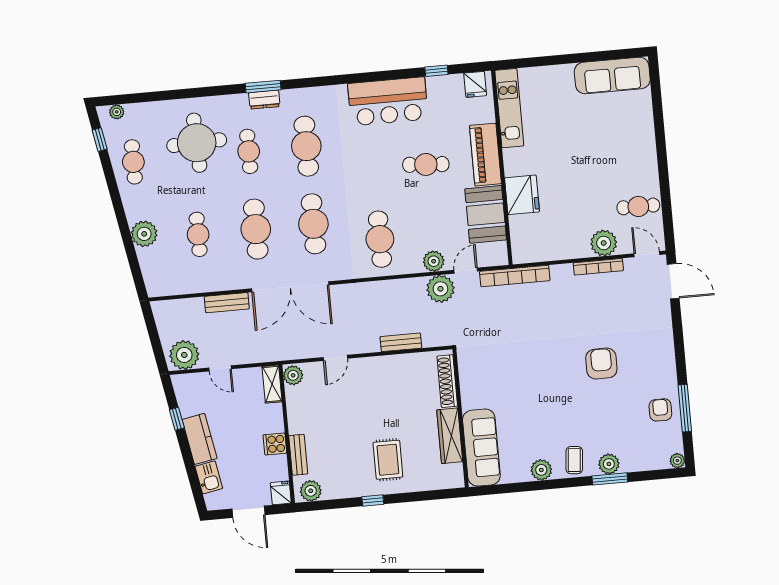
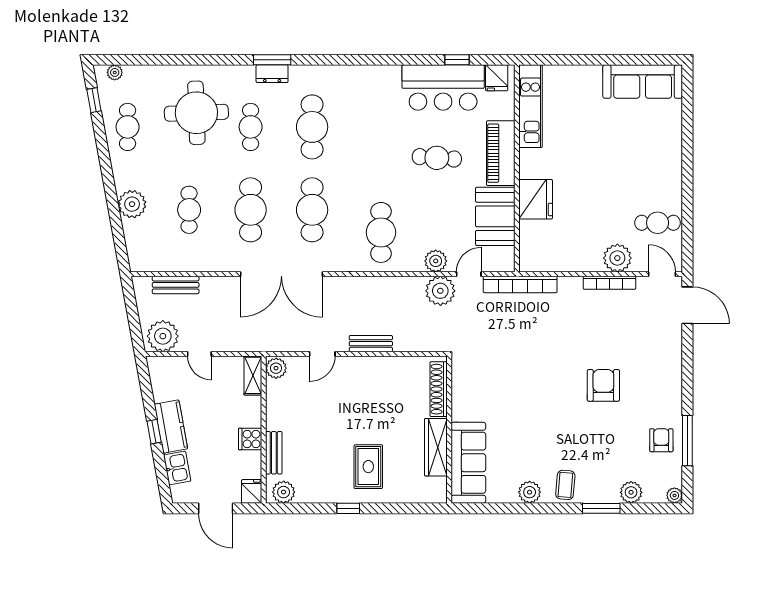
bar counter: (388, 101) -> (443, 87), moved
bench: (227, 303) -> (176, 285), moved
bench: (401, 342) -> (371, 344), moved
window: (177, 419) -> (154, 432), moved
plant: (609, 464) -> (631, 492), moved

